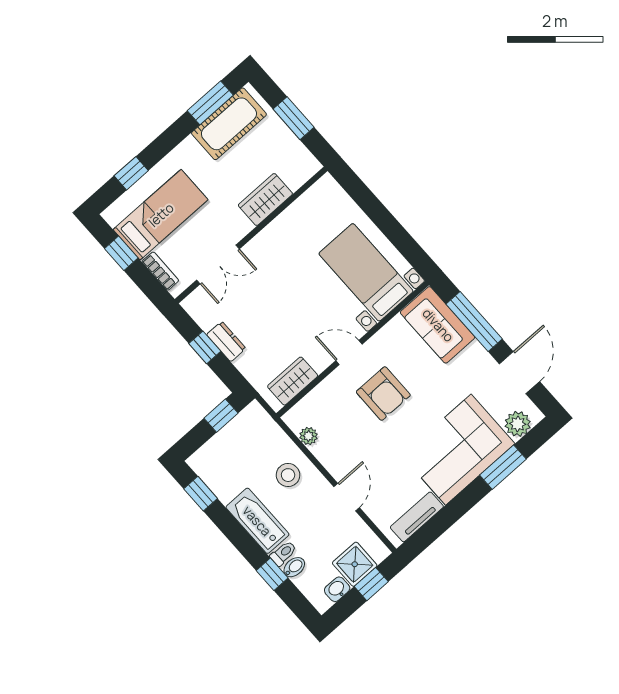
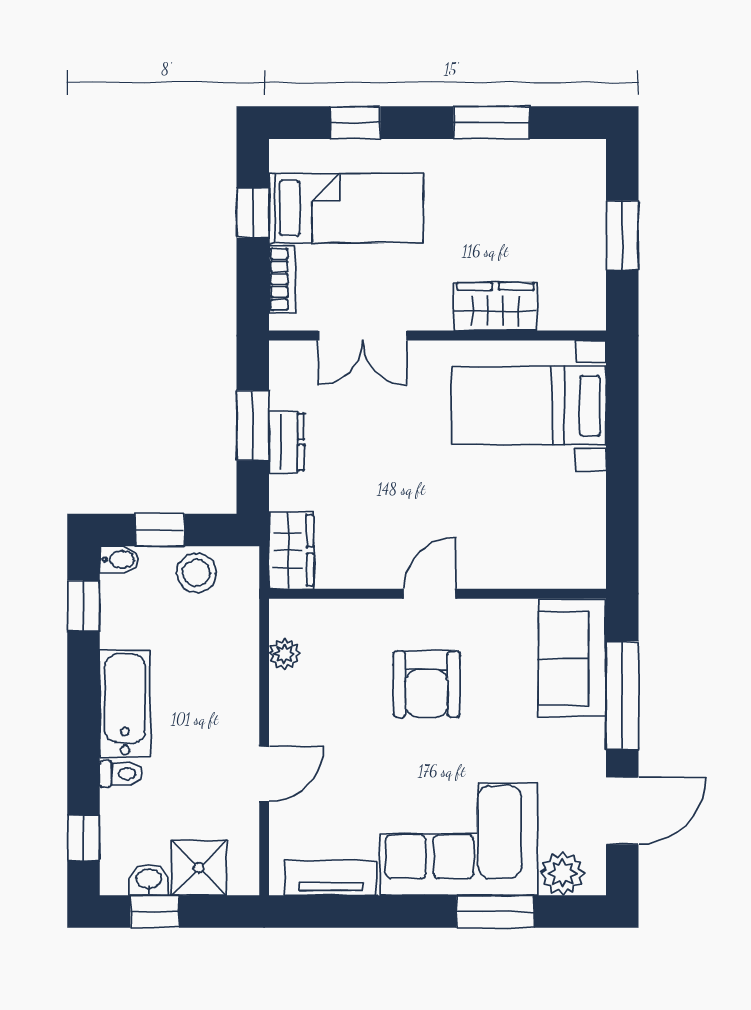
window: (210, 103) -> (491, 123), moved
cot: (229, 124) -> (534, 170), removed
bed with nightstands: (366, 272) -> (529, 406), moved, turned -90
window: (205, 347) -> (253, 425), width x1.50
door: (349, 352) -> (429, 594), hinge flipped
wardrobe: (293, 381) -> (291, 550), moved, turned 90
window: (221, 416) -> (160, 530), moved
stool: (288, 475) -> (196, 573), moved
bidet: (294, 567) -> (119, 559), moved
window: (272, 574) -> (83, 838), moved
window: (371, 584) -> (155, 911), moved

